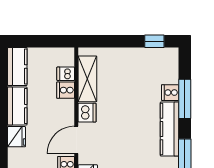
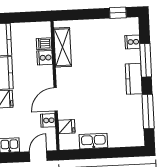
cooker: (170, 93) -> (132, 42), moved
dishwasher: (87, 113) -> (64, 76), removed
kitchen counter: (169, 129) -> (134, 79), width x0.67

